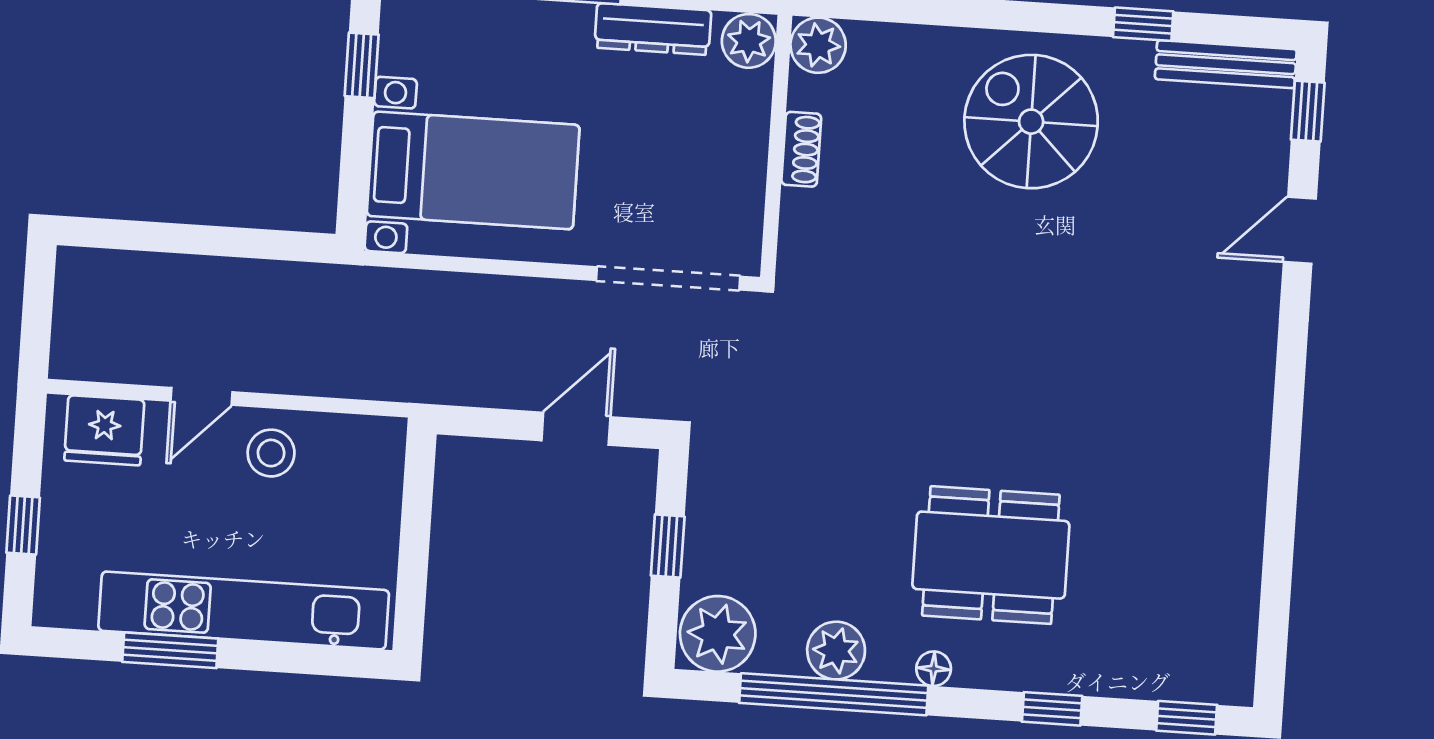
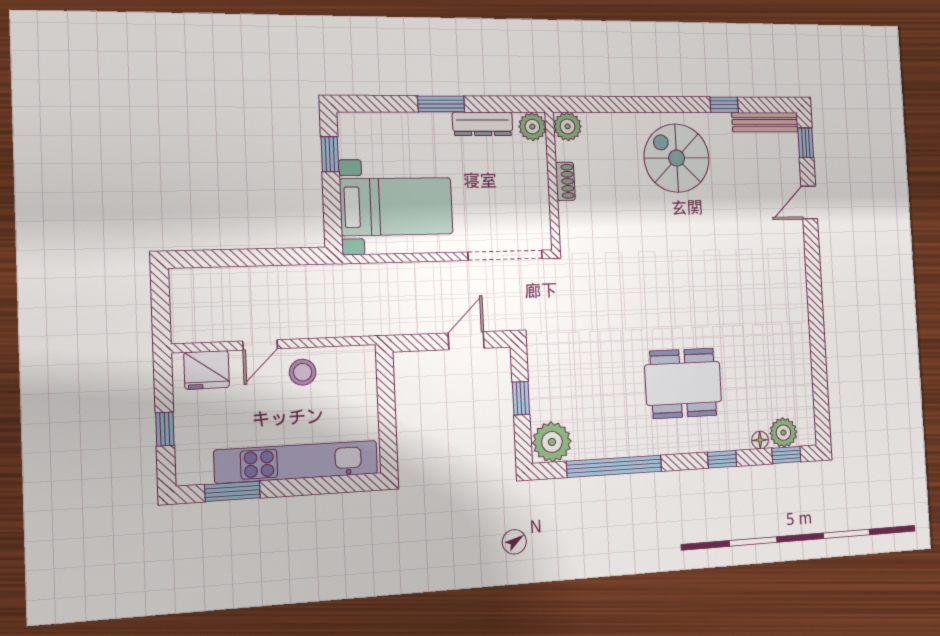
window: (170, 650) -> (232, 491), moved
plant: (836, 651) -> (783, 433), moved
floor lamp: (934, 669) -> (760, 440), moved

